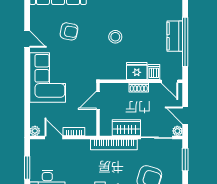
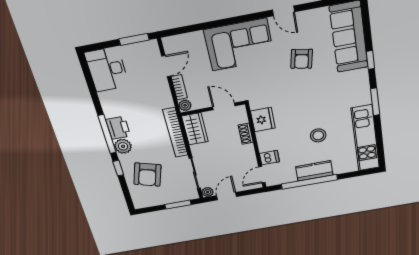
stool: (115, 37) -> (318, 135), moved
door: (27, 39) -> (283, 11), hinge flipped
fridge: (137, 71) -> (263, 120), moved
shoe rack: (139, 87) -> (246, 134), moved
wardrobe: (126, 128) -> (195, 129), moved
plant: (35, 131) -> (185, 105), moved
window: (27, 168) -> (134, 39), moved

